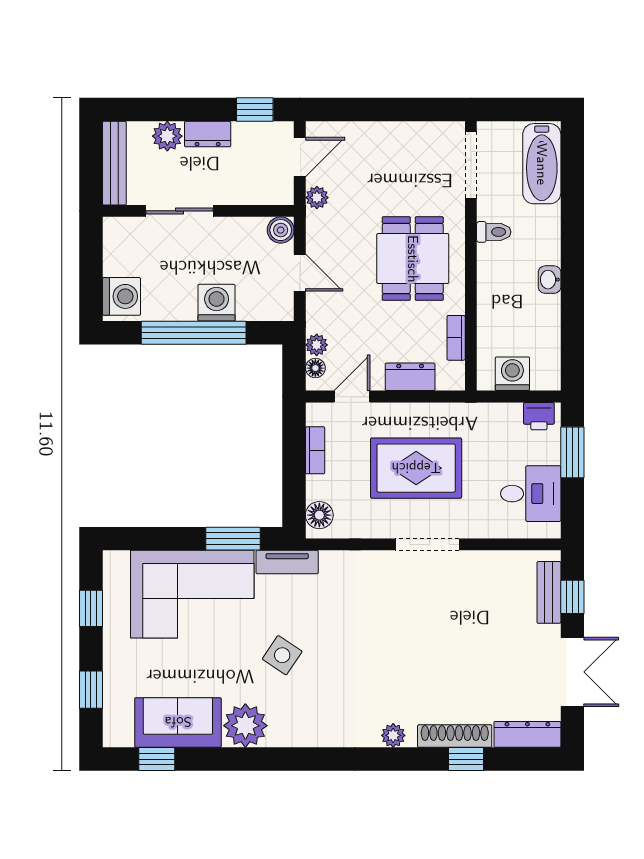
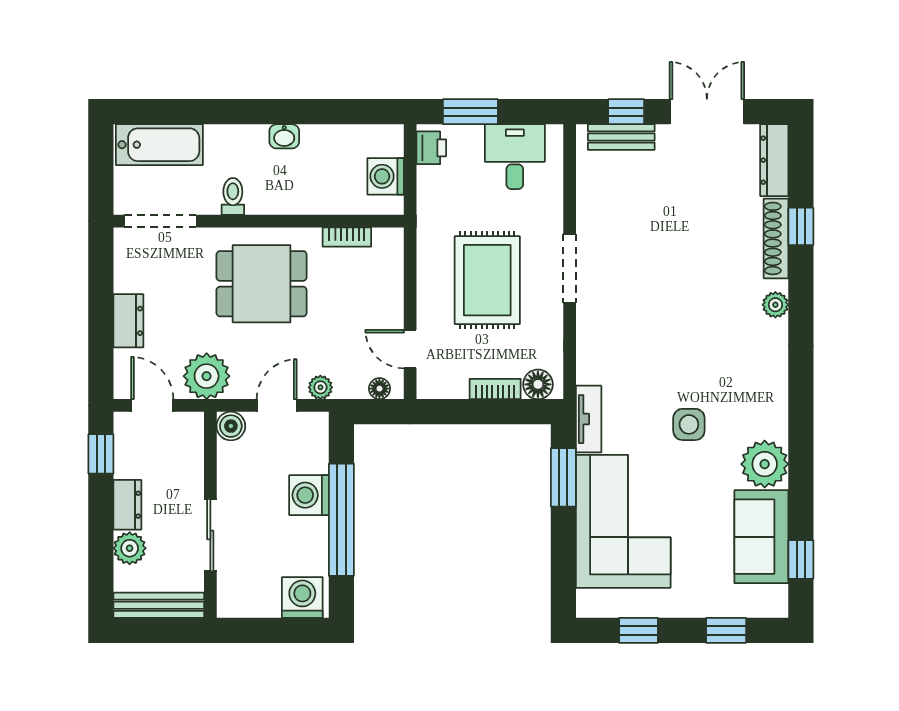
plant: (317, 198) -> (207, 376), width x1.87, depth x1.87
plant: (317, 345) -> (320, 387), moved
dresser: (410, 377) -> (128, 321), moved, turned 180
bookcase: (315, 450) -> (495, 389), moved
side table: (282, 655) -> (689, 424), turned -34

